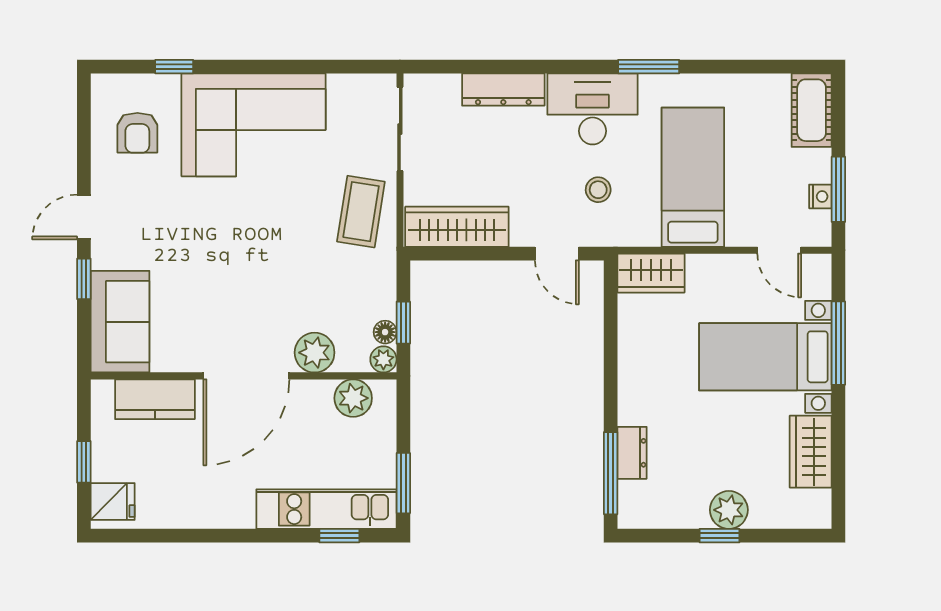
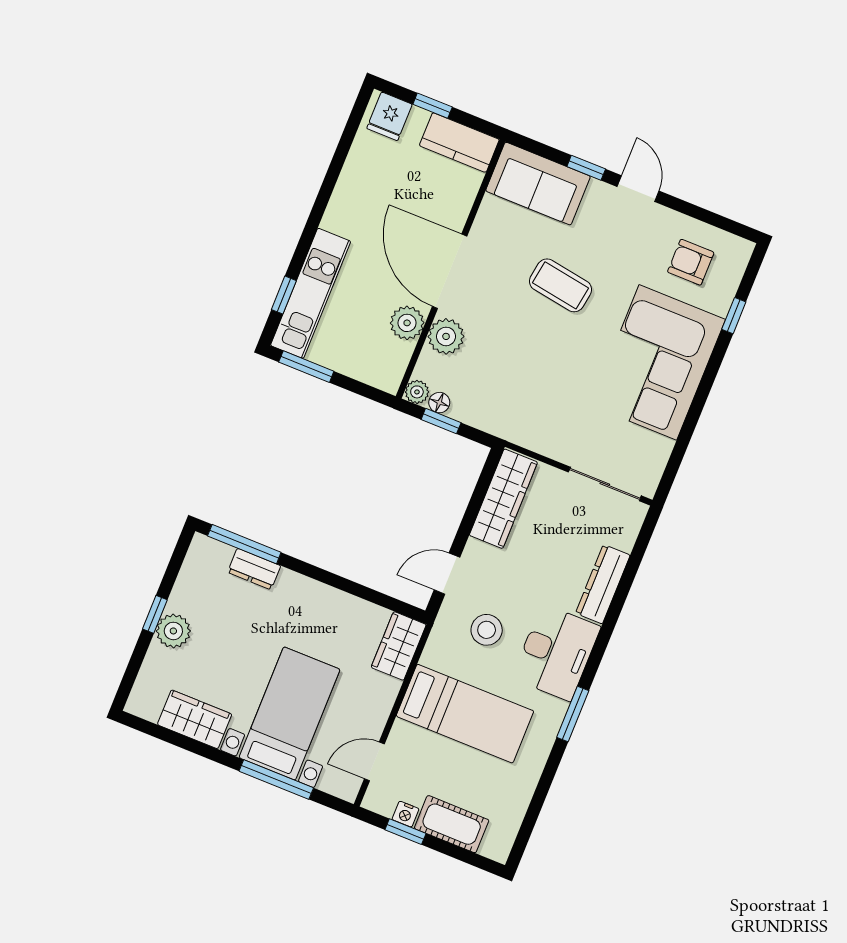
cot: (812, 110) -> (452, 824), moved
window: (838, 189) -> (405, 832), width x0.67
stool: (598, 190) -> (487, 630), width x1.37, depth x1.37
coffee table: (361, 212) -> (561, 285), moved
plant: (353, 398) -> (407, 323), moved
kitchen counter: (155, 399) -> (459, 143), moved, turned -90

